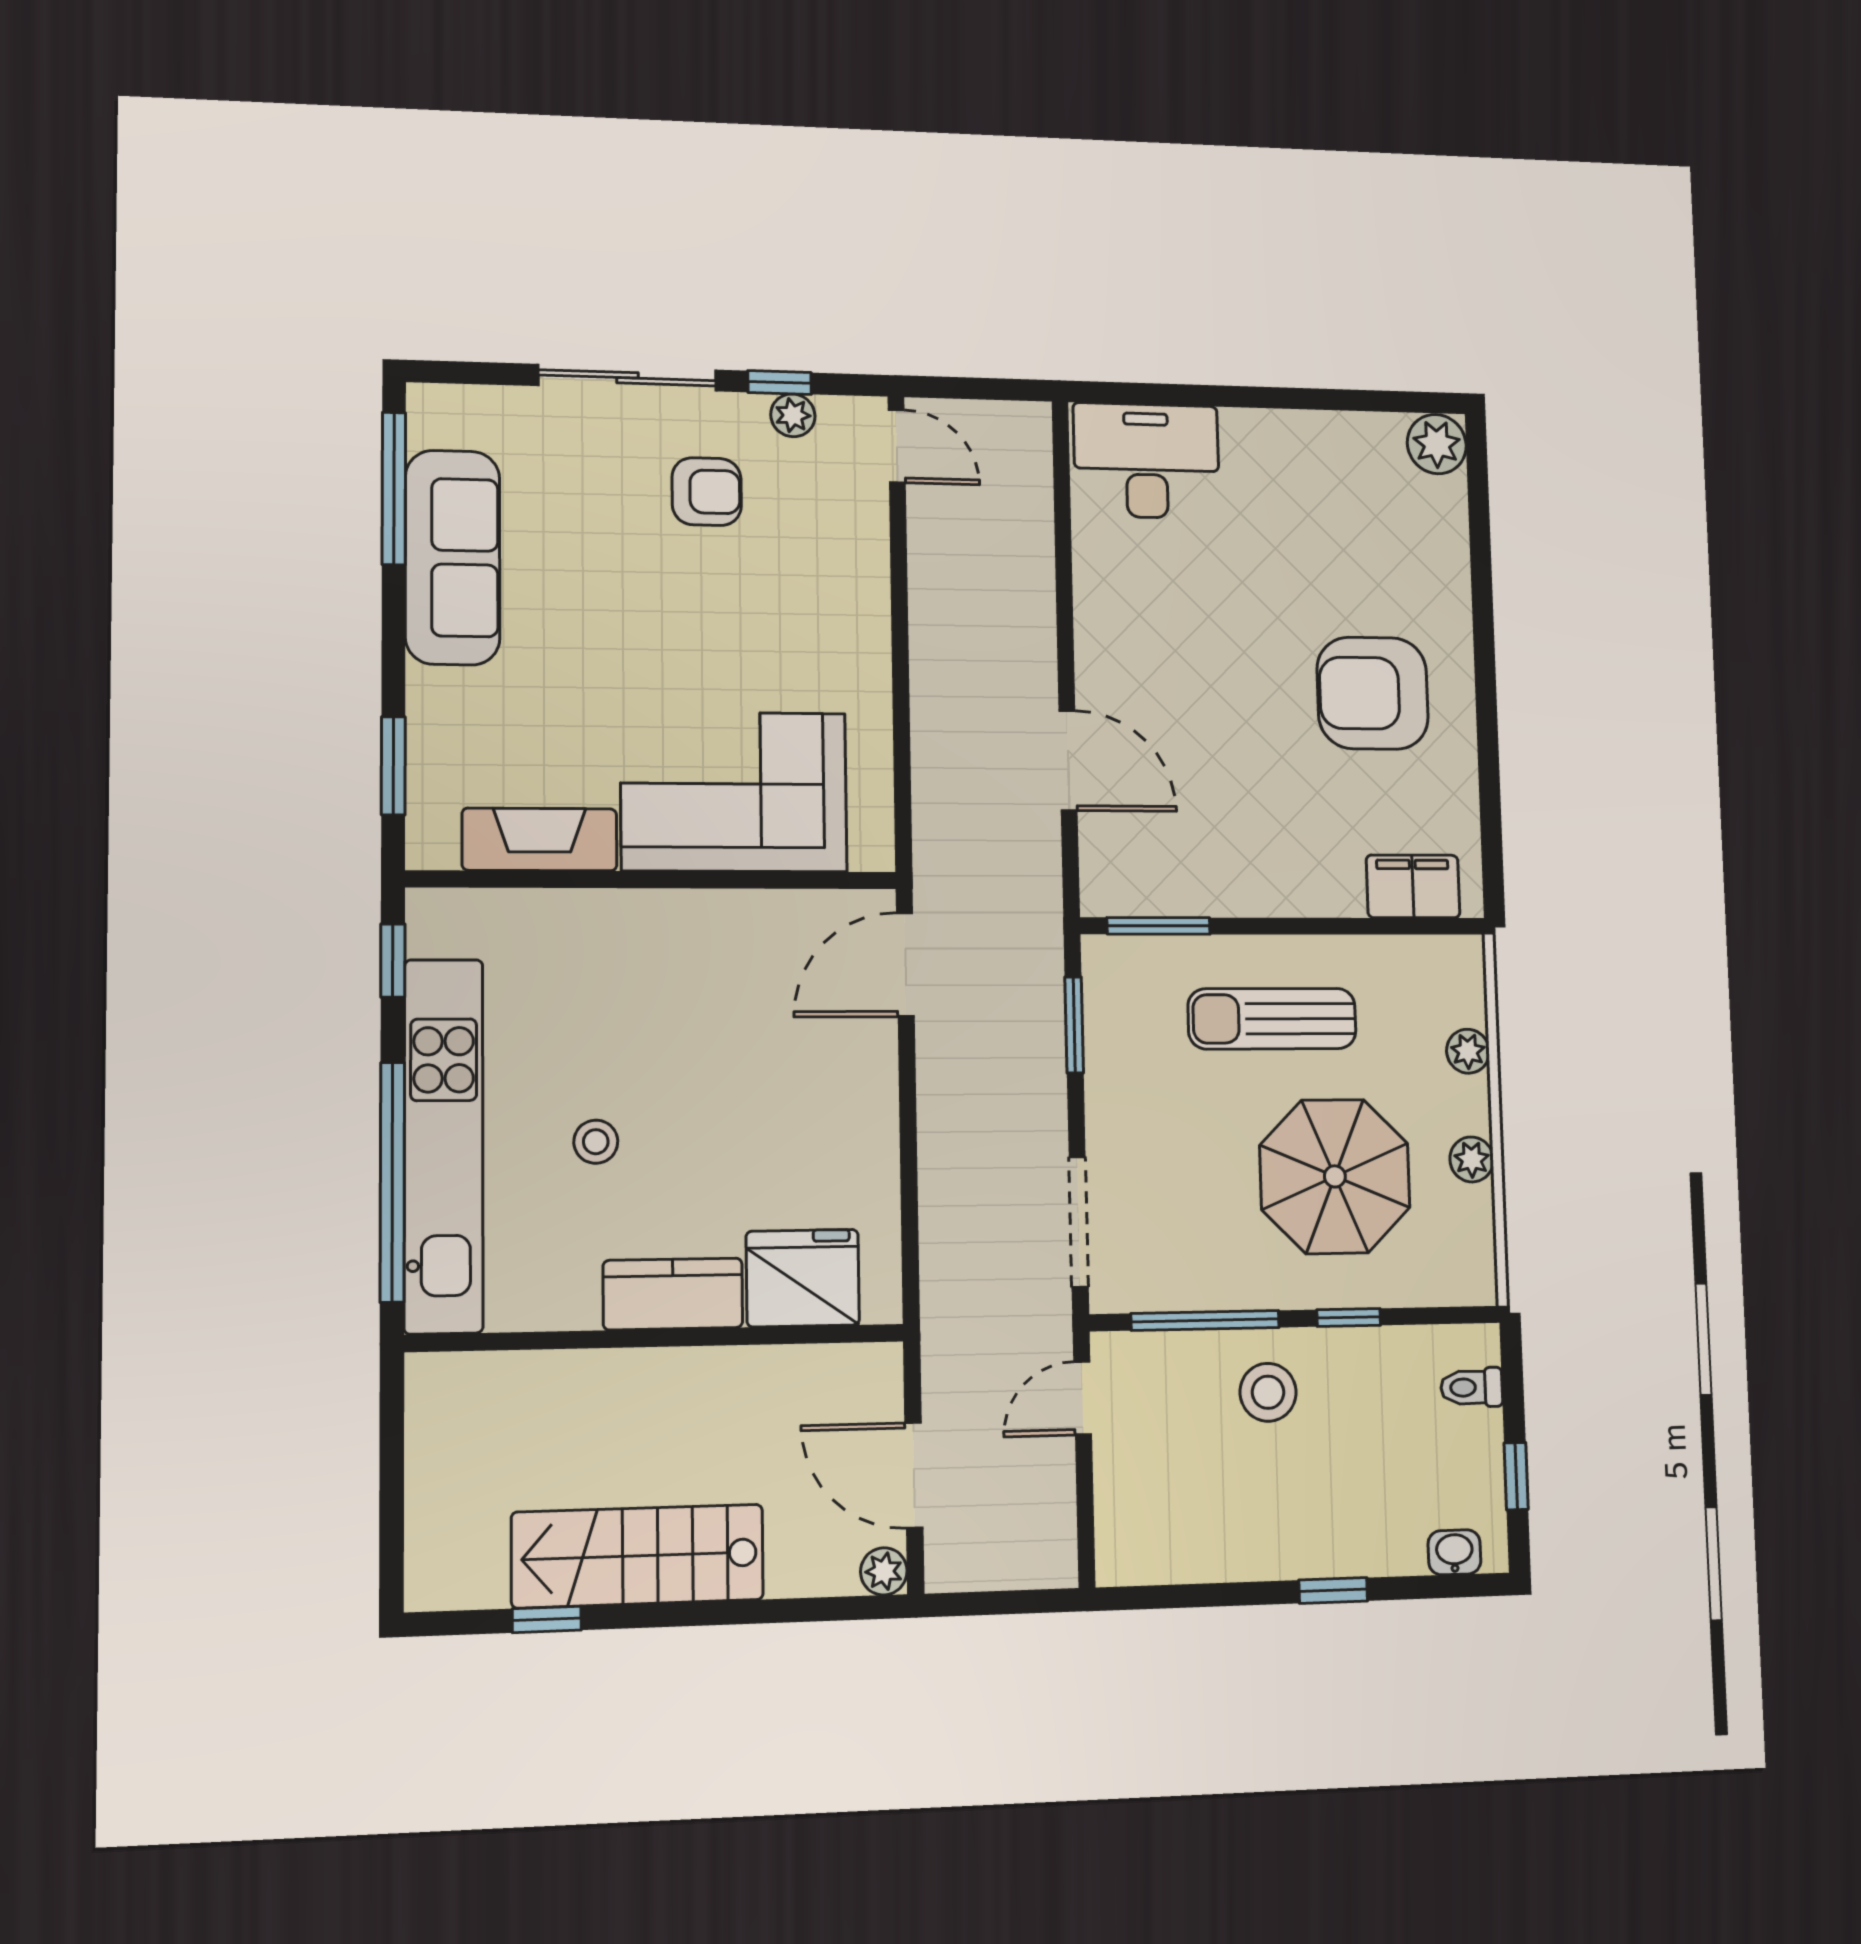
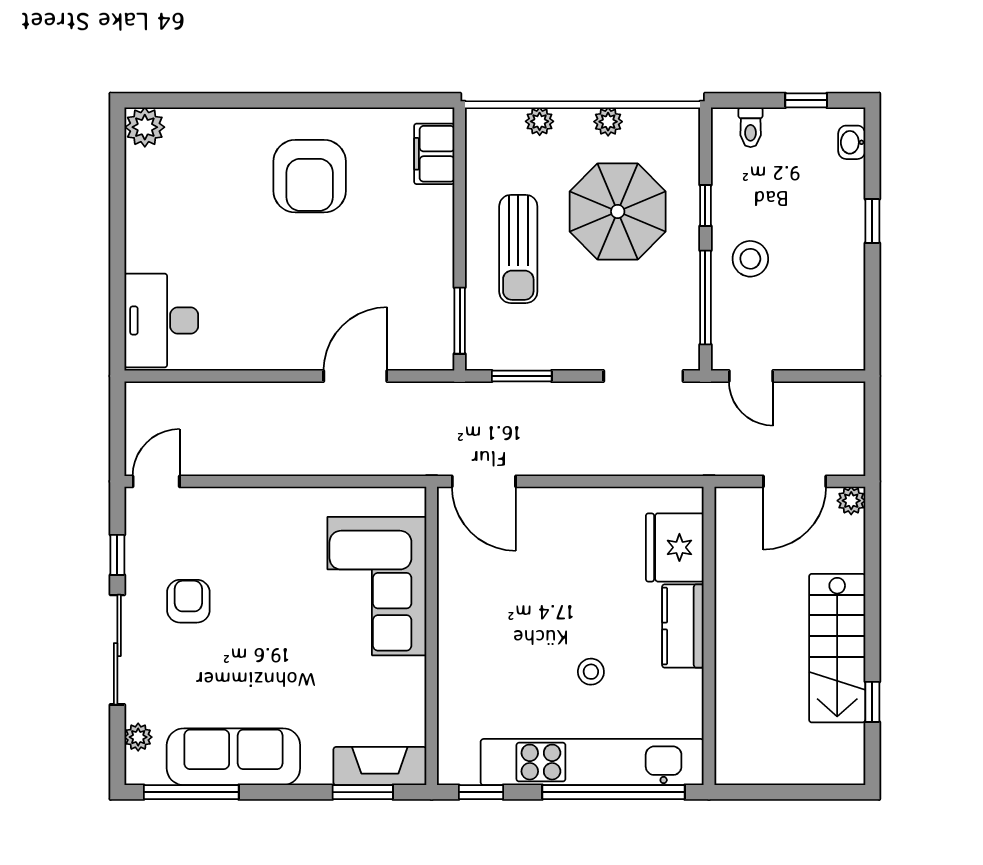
plant: (793, 415) -> (138, 737), moved
fireplace: (540, 839) -> (380, 766), moved, turned 90

